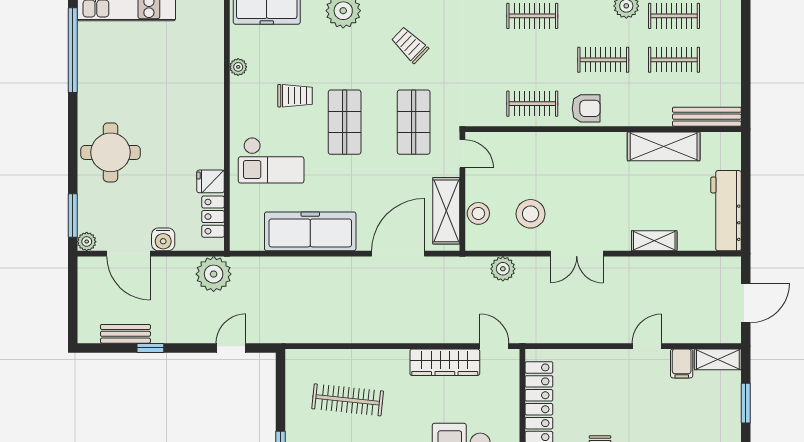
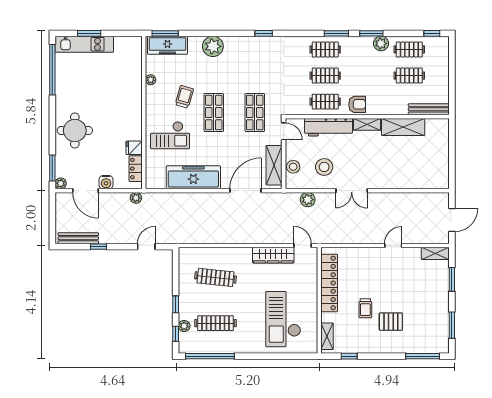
trolley: (410, 45) -> (252, 67), removed
clothes rail: (603, 60) -> (325, 76), moved
trolley: (295, 96) -> (184, 97), turned -74
workbench: (726, 211) -> (329, 127), moved, turned -90
shelving: (654, 241) -> (367, 124), moved
plant: (214, 274) -> (136, 198), width x0.53, depth x0.53
bench: (125, 334) -> (78, 238), width x1.36
filing cabinet: (682, 363) -> (414, 256), removed

